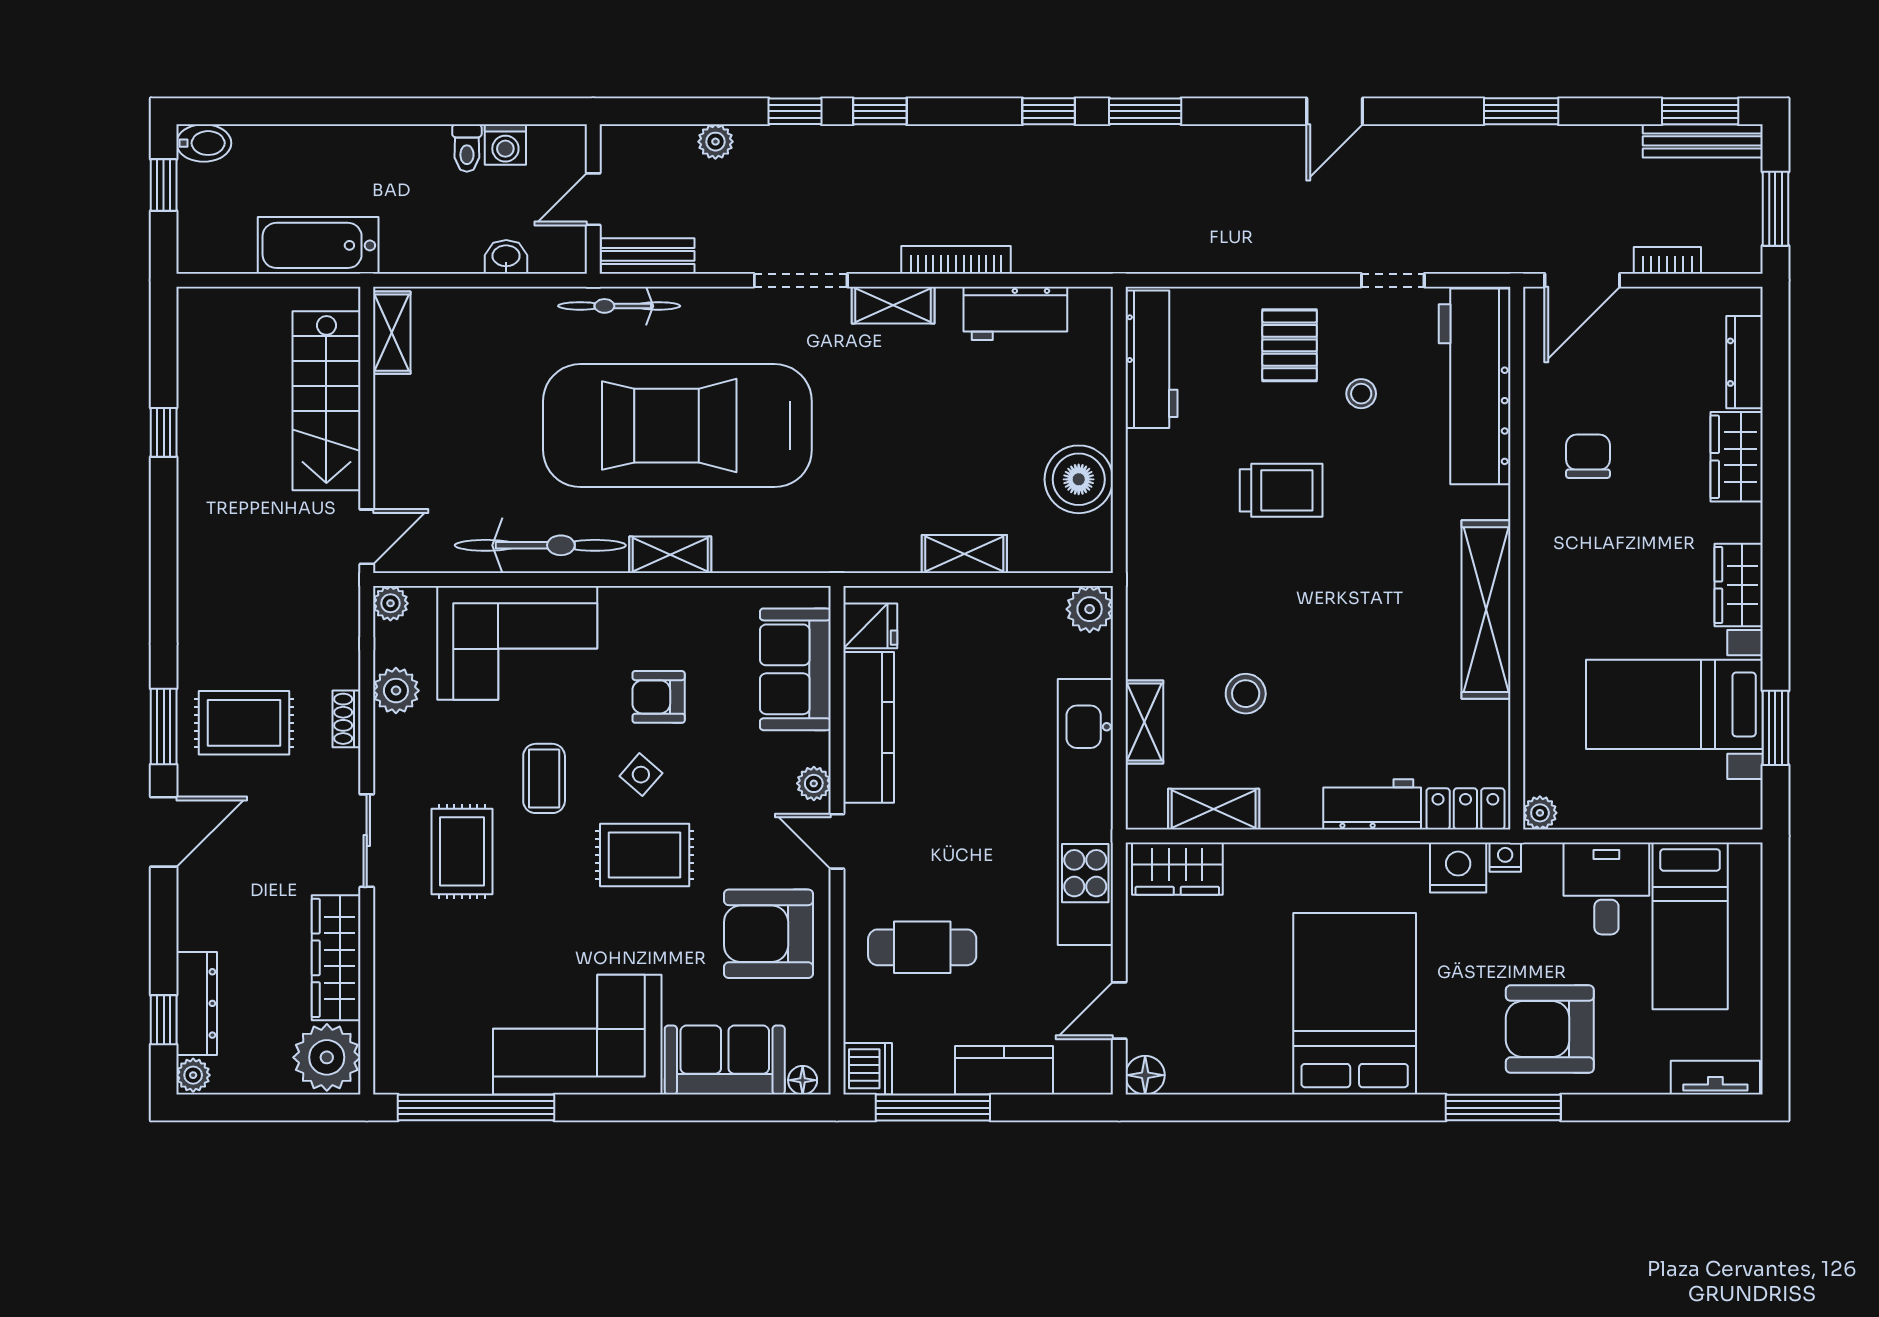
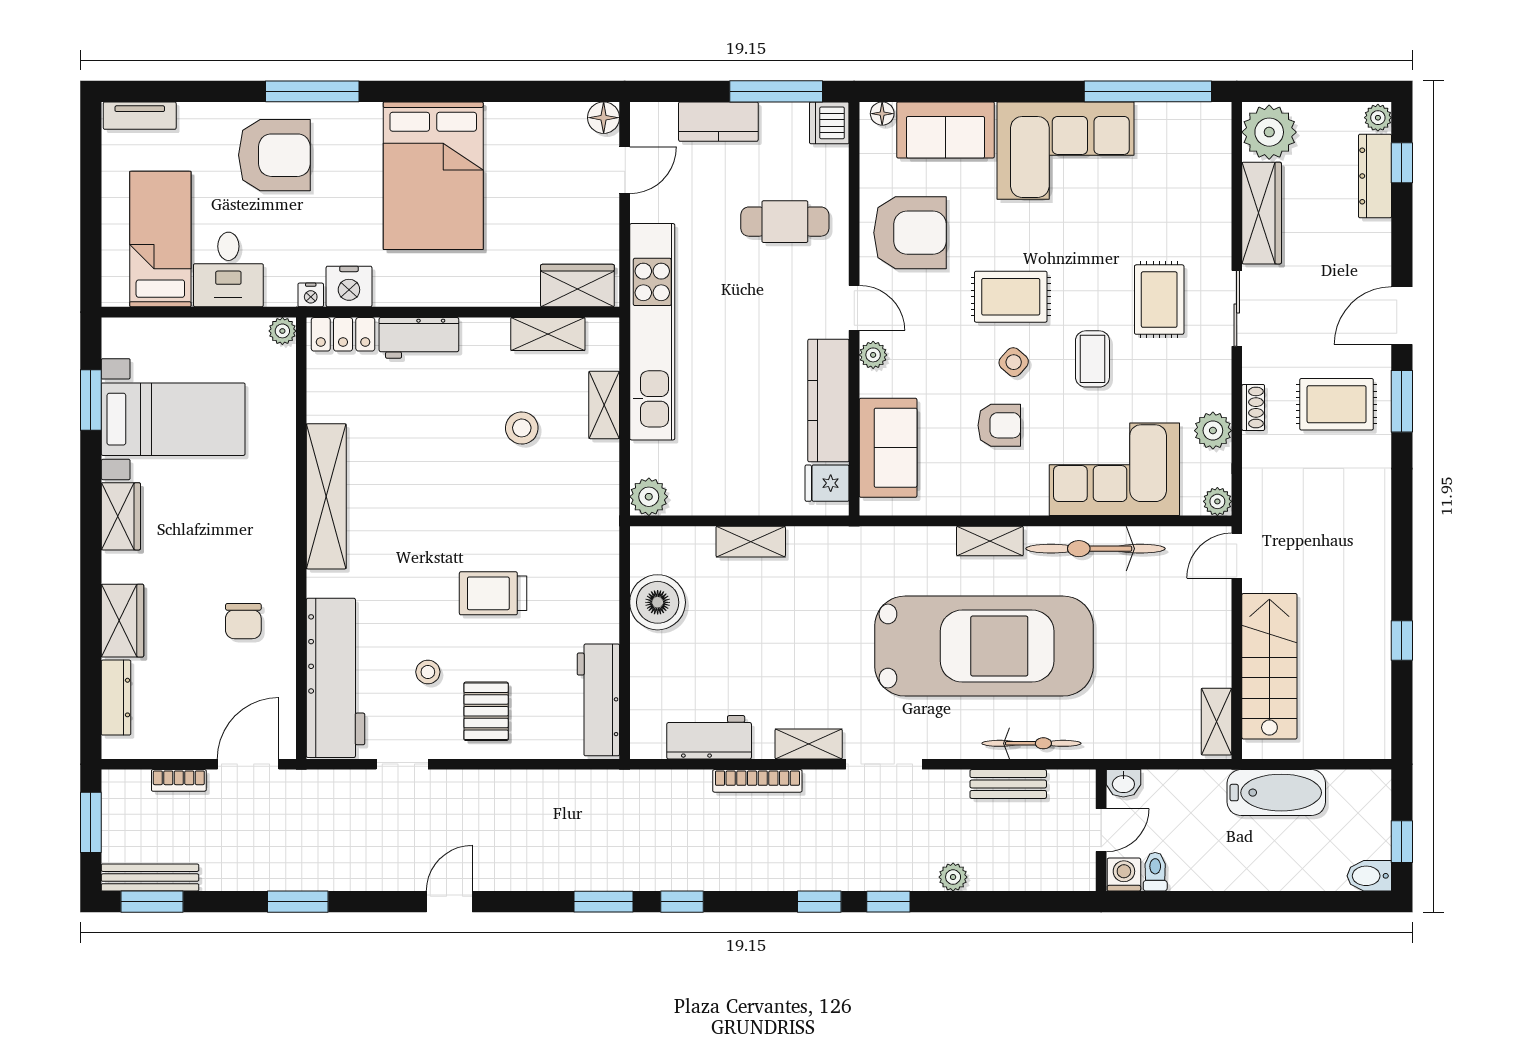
door: (593, 199) -> (1101, 830), moved
wall: (593, 199) -> (1101, 830), moved

